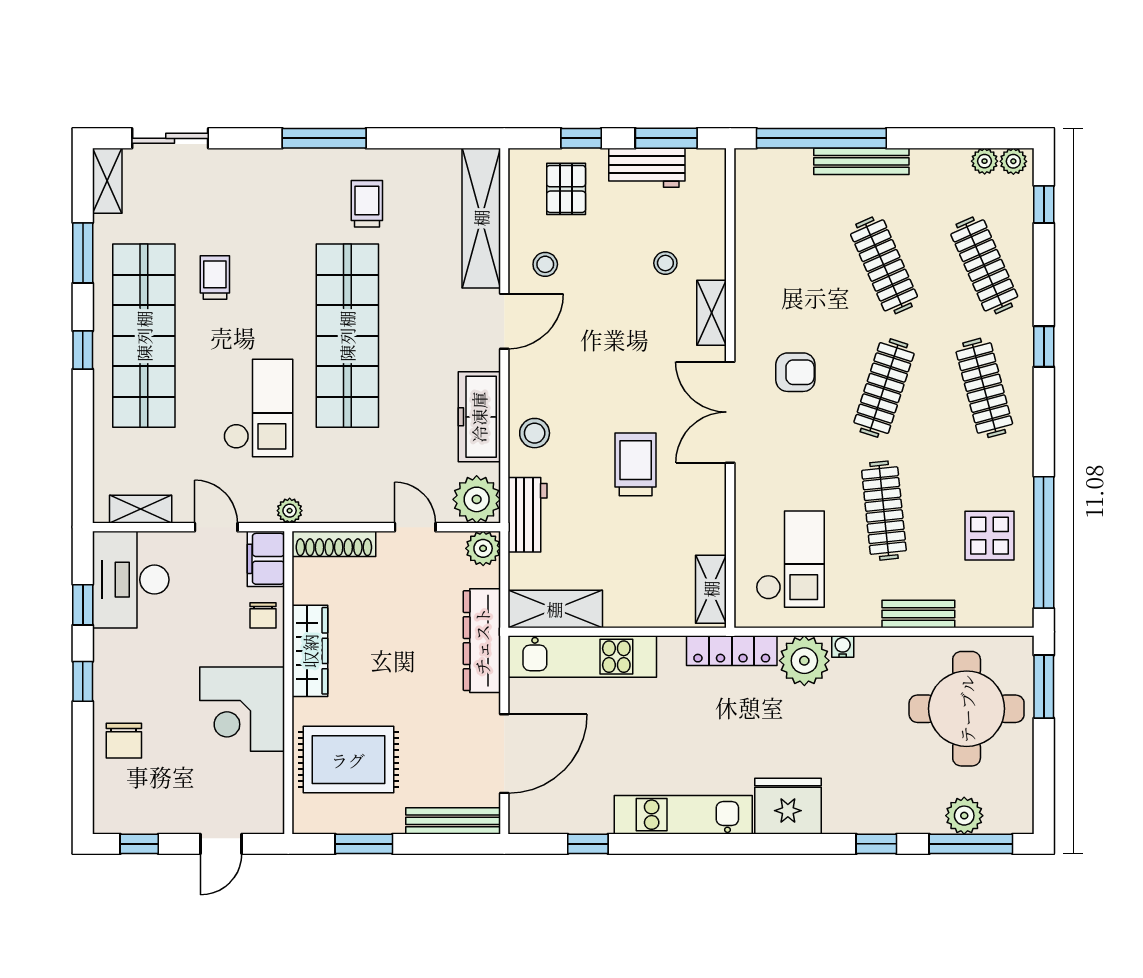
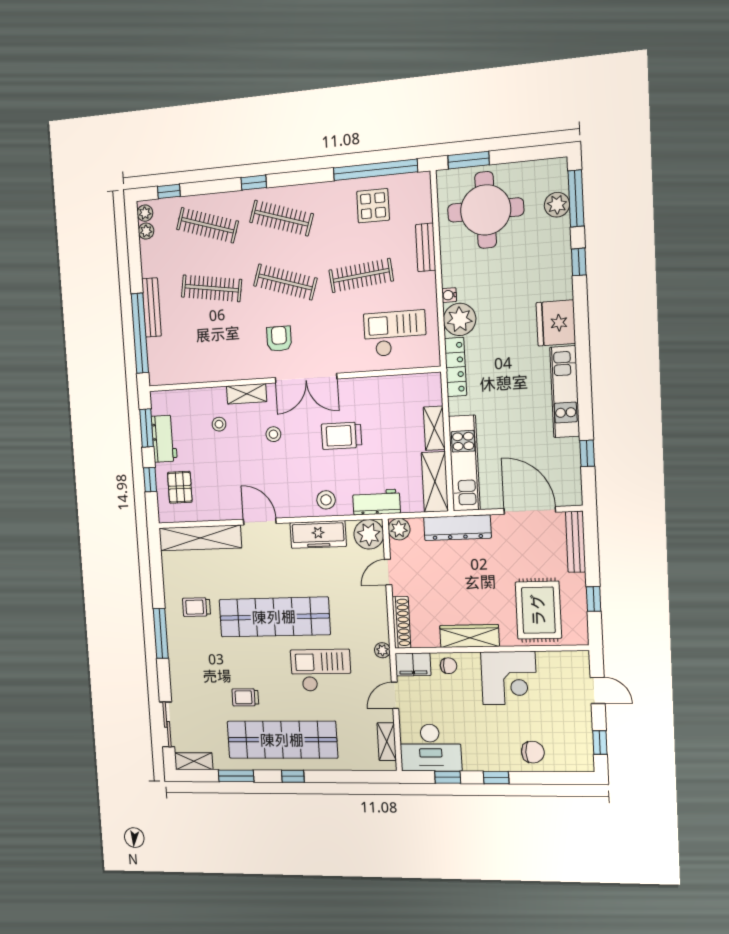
pallet: (566, 189) -> (180, 487), turned 90
stool: (545, 264) -> (273, 434), moved
clothes rail: (884, 265) -> (212, 288), turned 33
clothes rail: (984, 265) -> (207, 225), turned 42
clothes rail: (984, 388) -> (281, 218), turned 33
shelving: (711, 589) -> (434, 428), moved, turned 90
window: (364, 844) -> (594, 599), width x0.67

